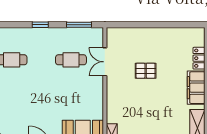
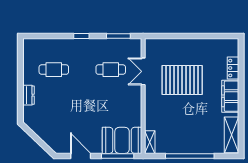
pallet: (146, 71) -> (182, 80), width x2.05, depth x2.00

